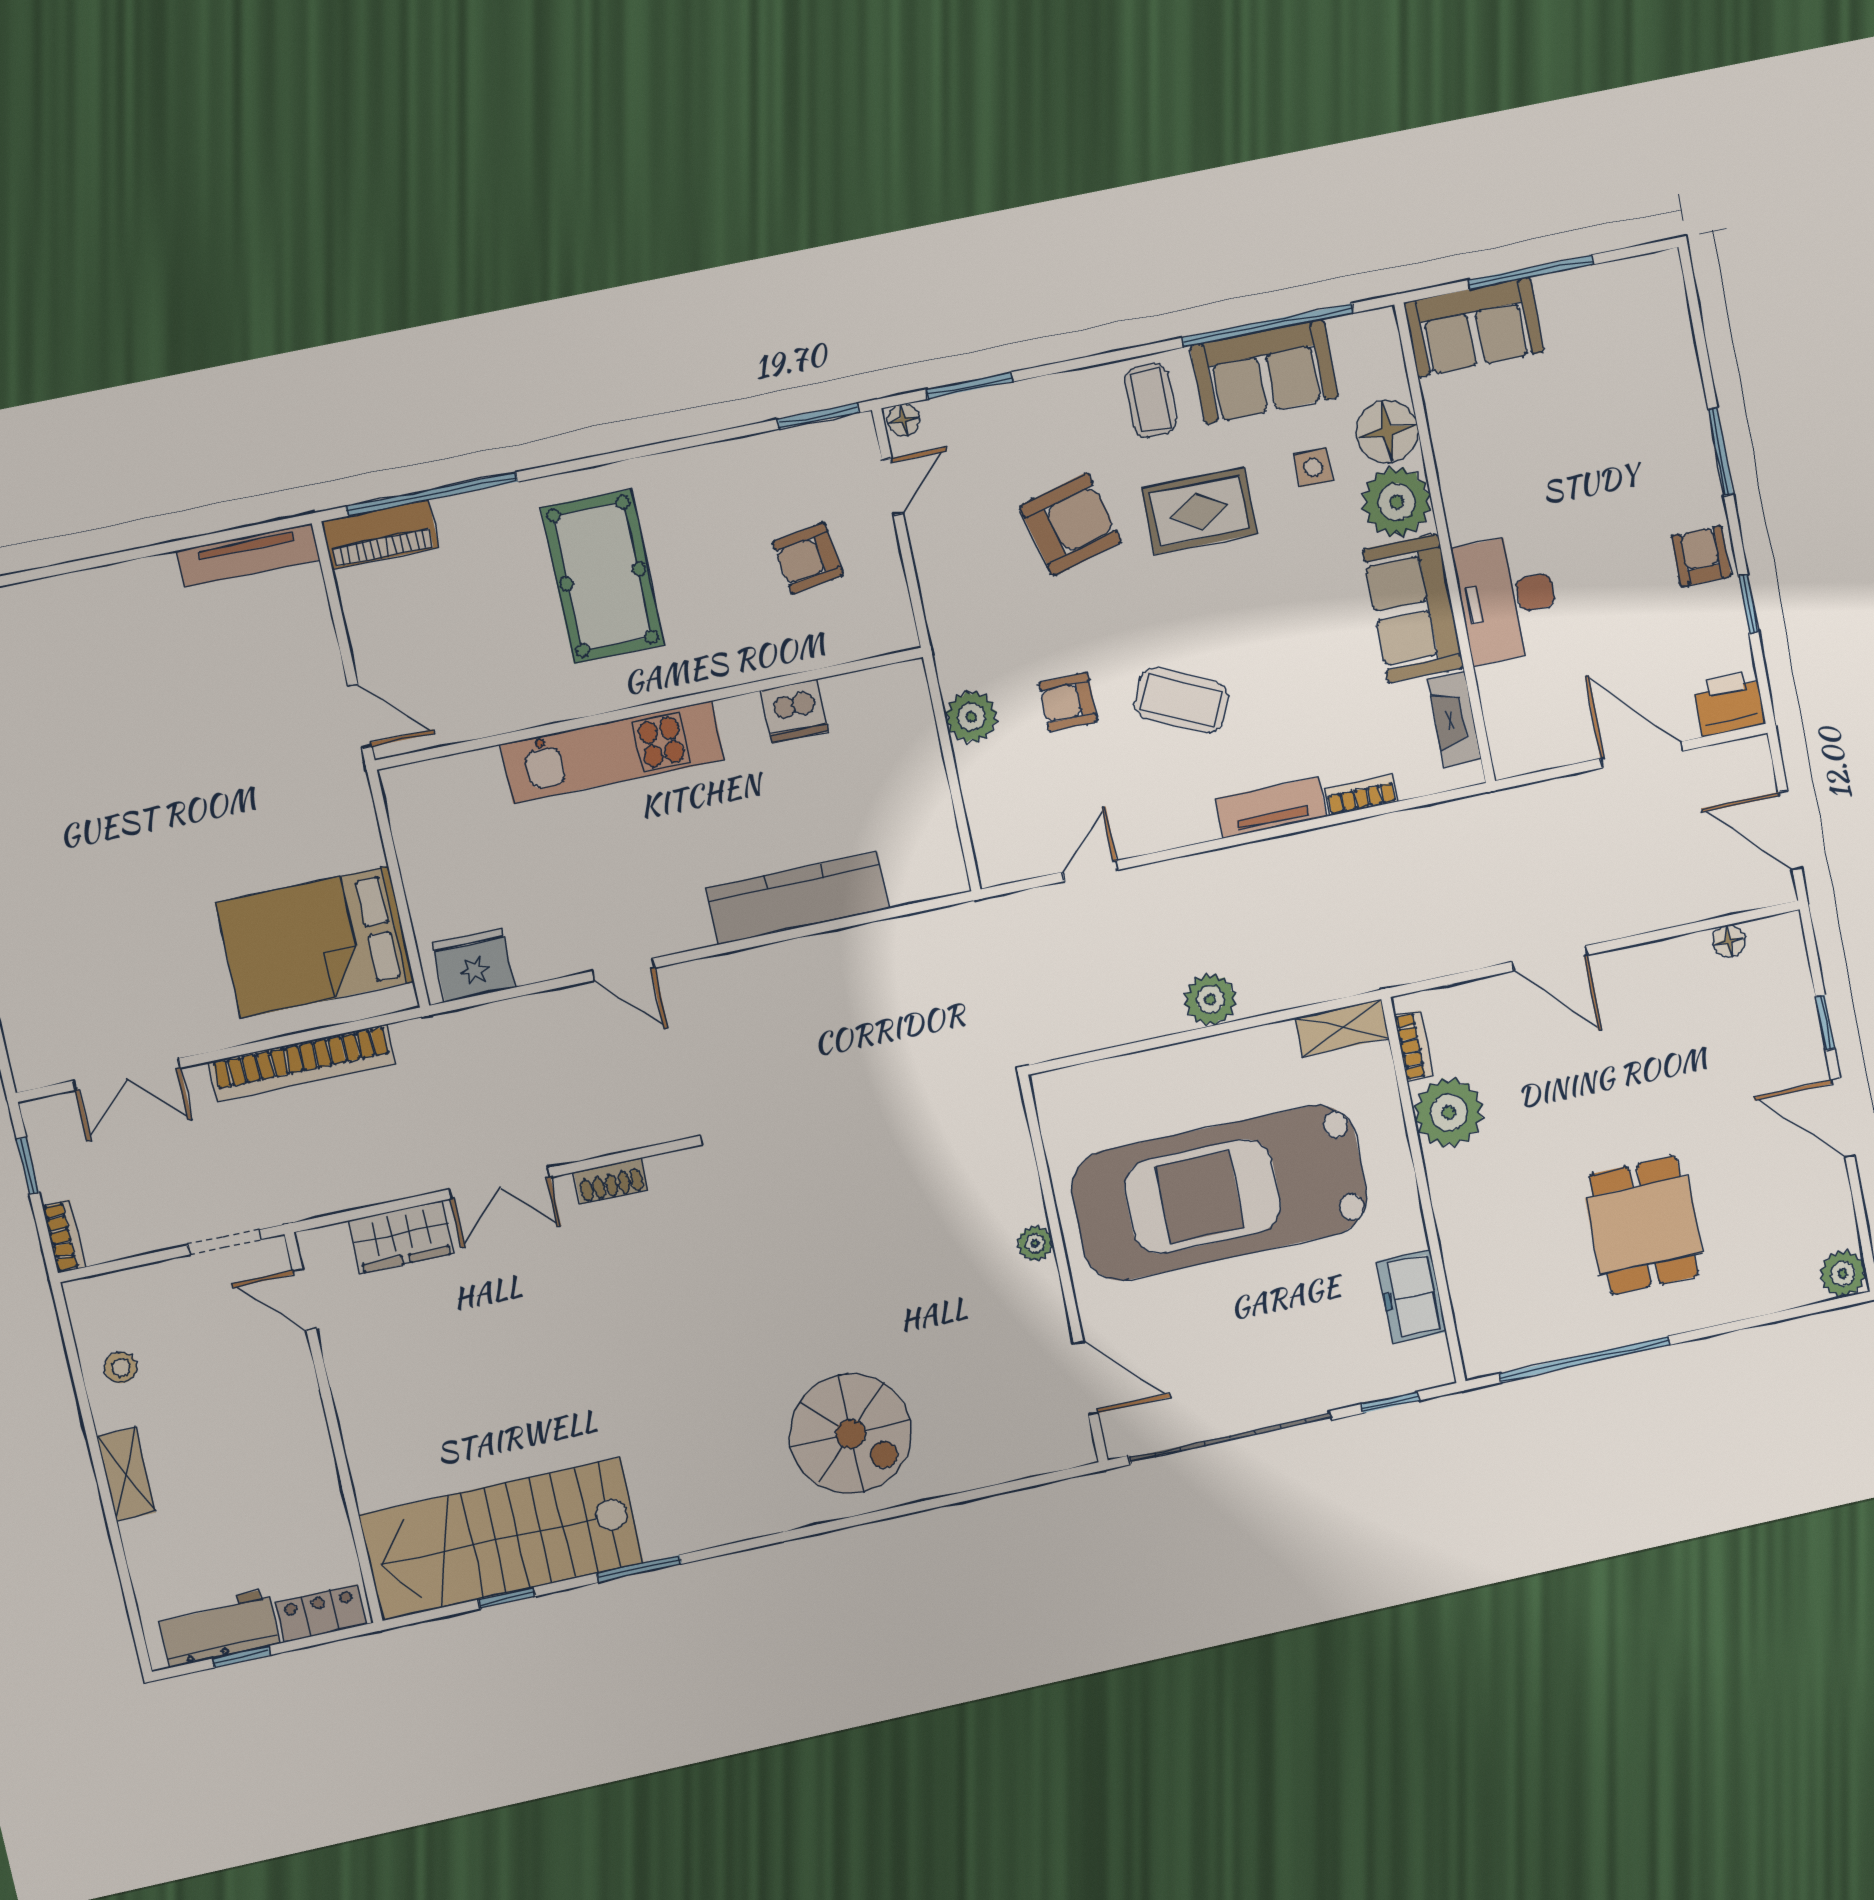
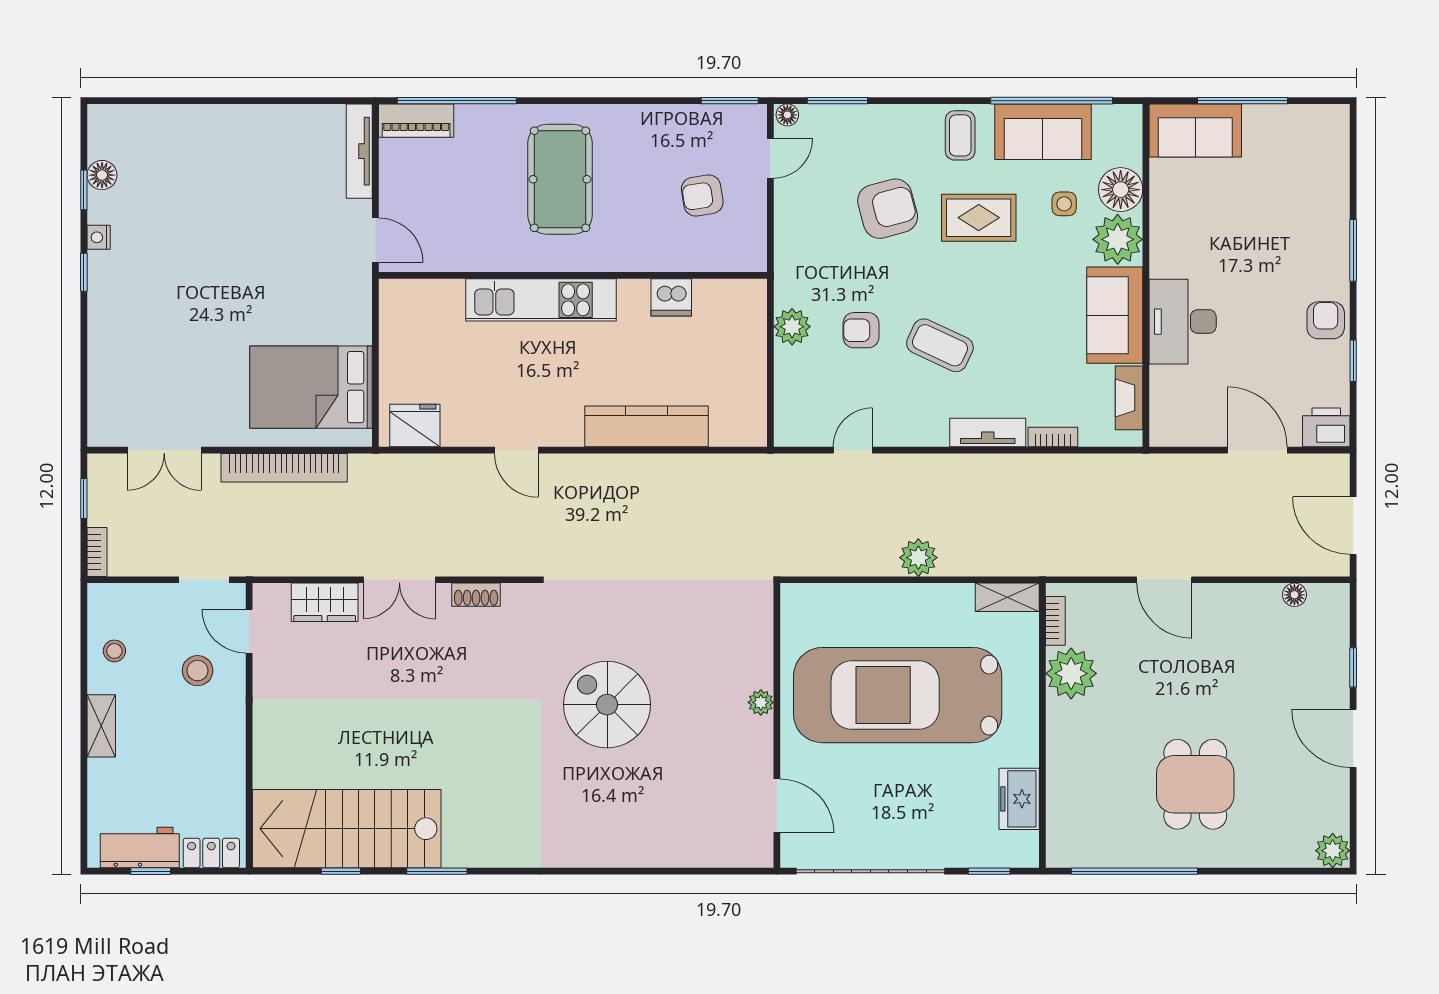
tv unit: (248, 555) -> (359, 151), moved, turned 90
stool: (244, 1369) -> (198, 671), added
spiral stairs: (851, 1434) -> (607, 705), moved, turned 180

